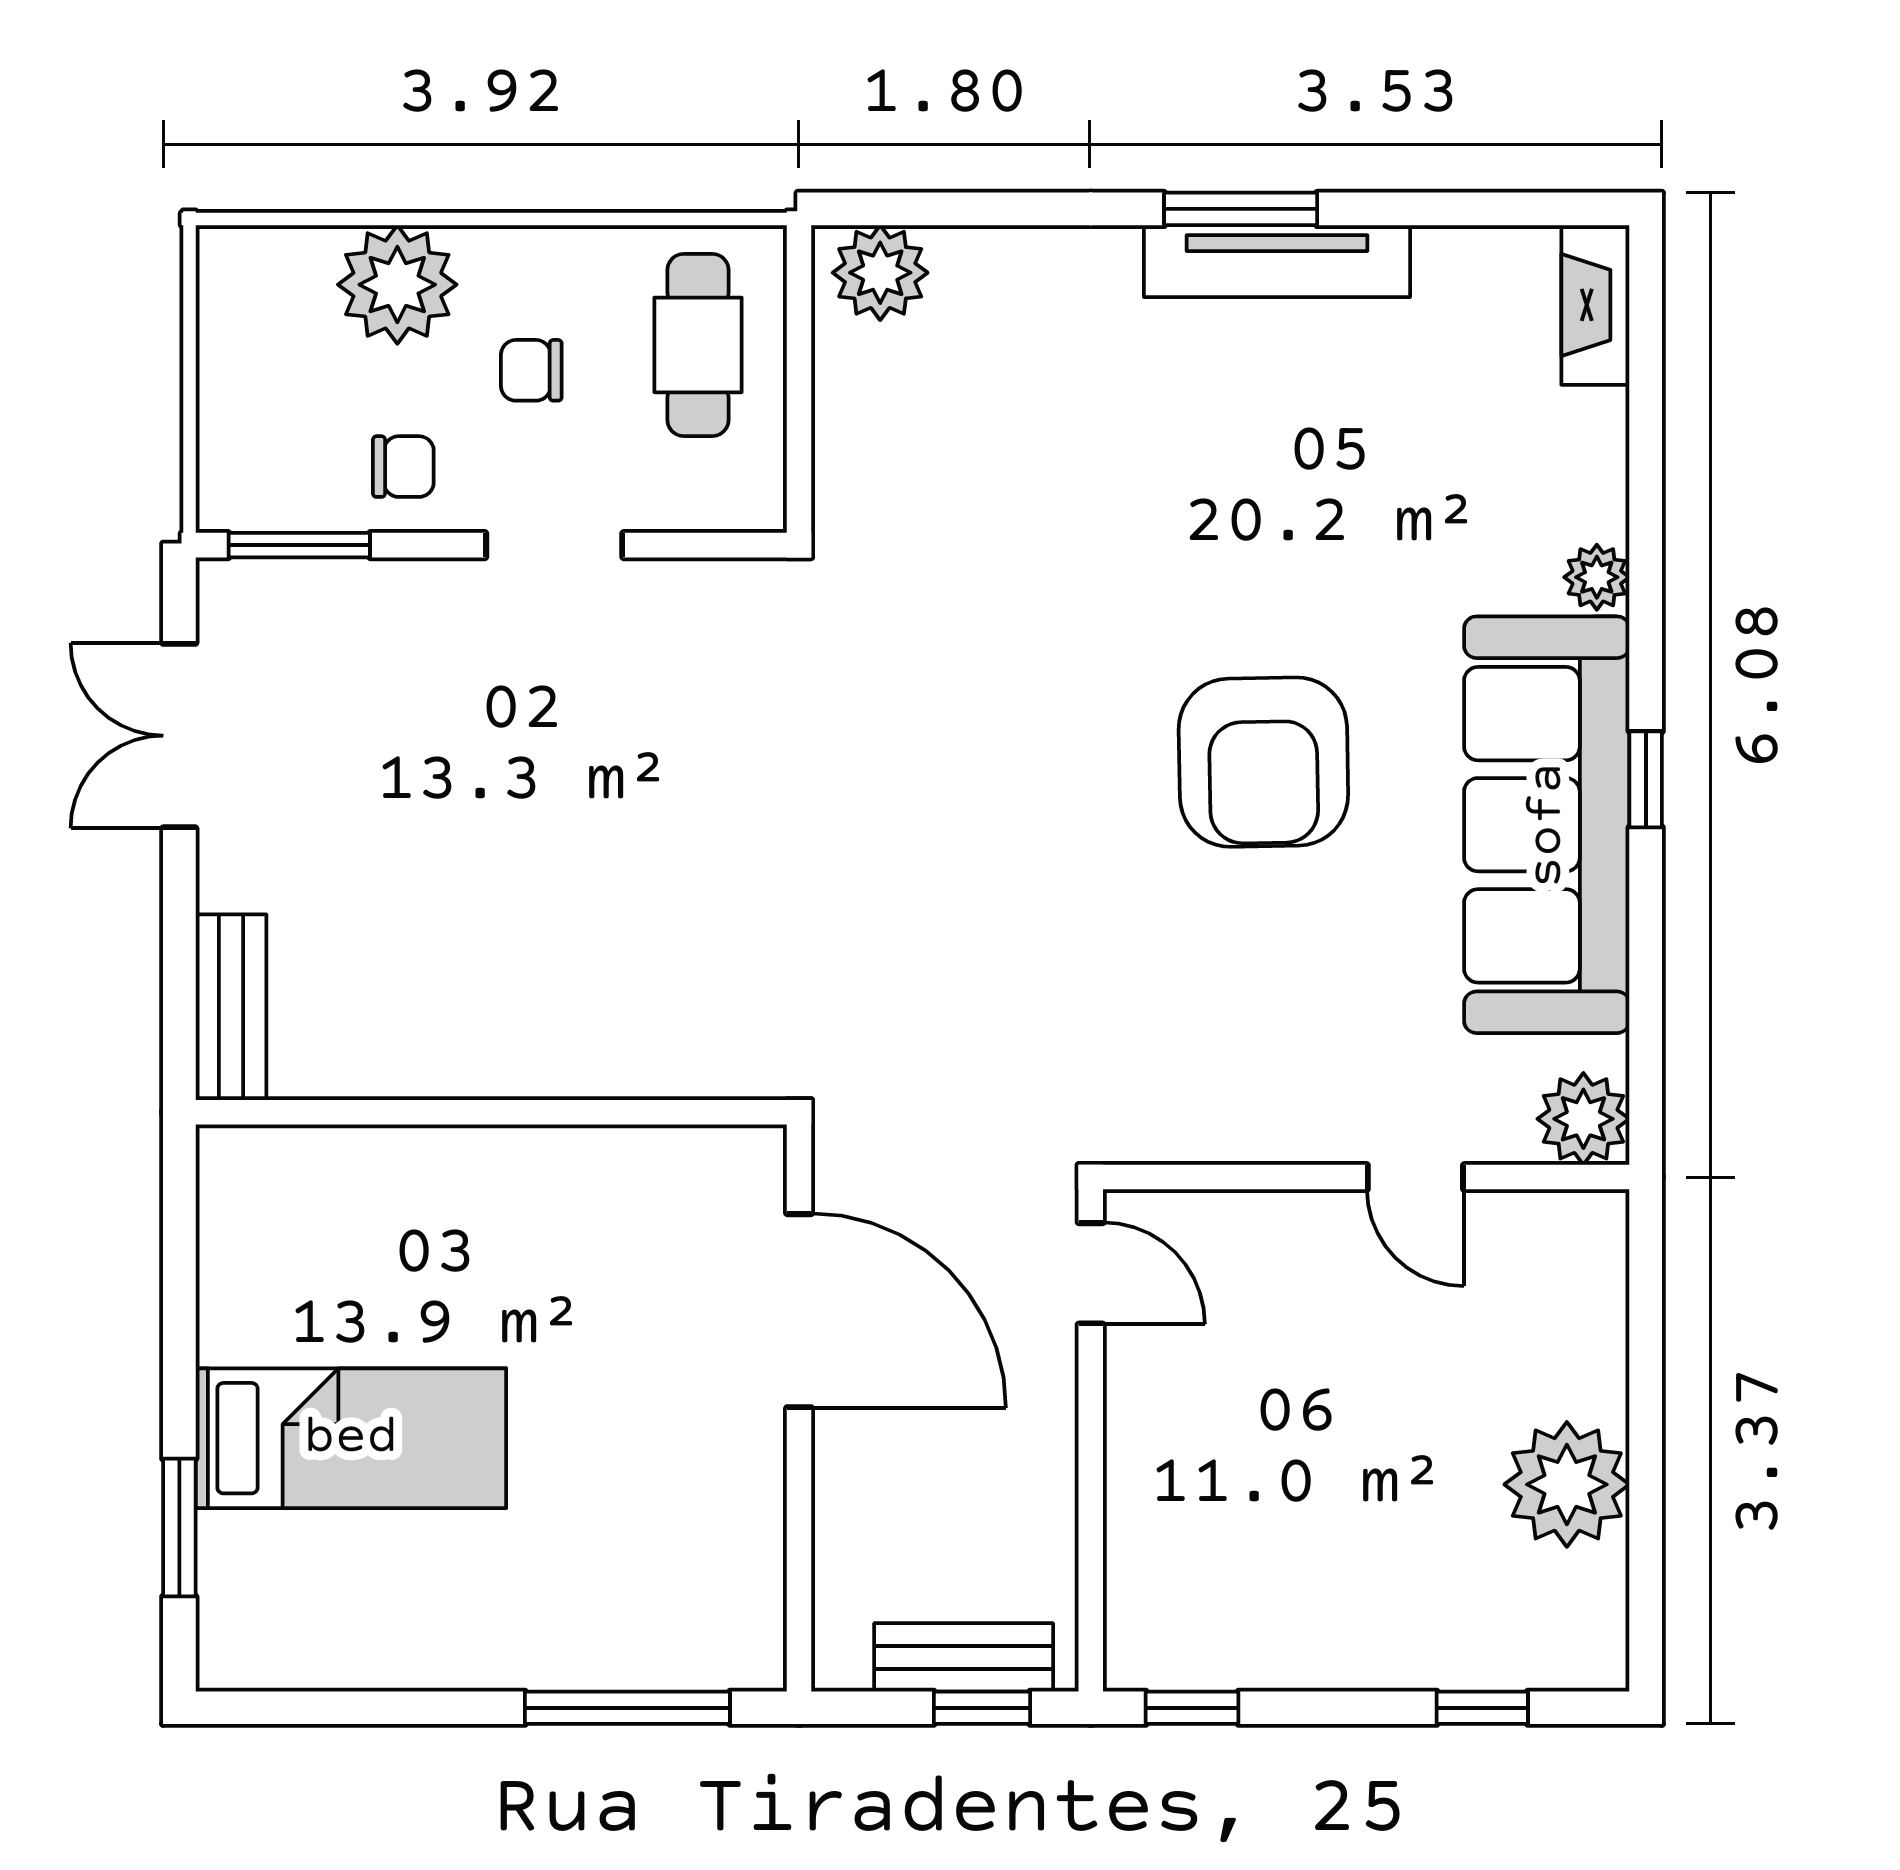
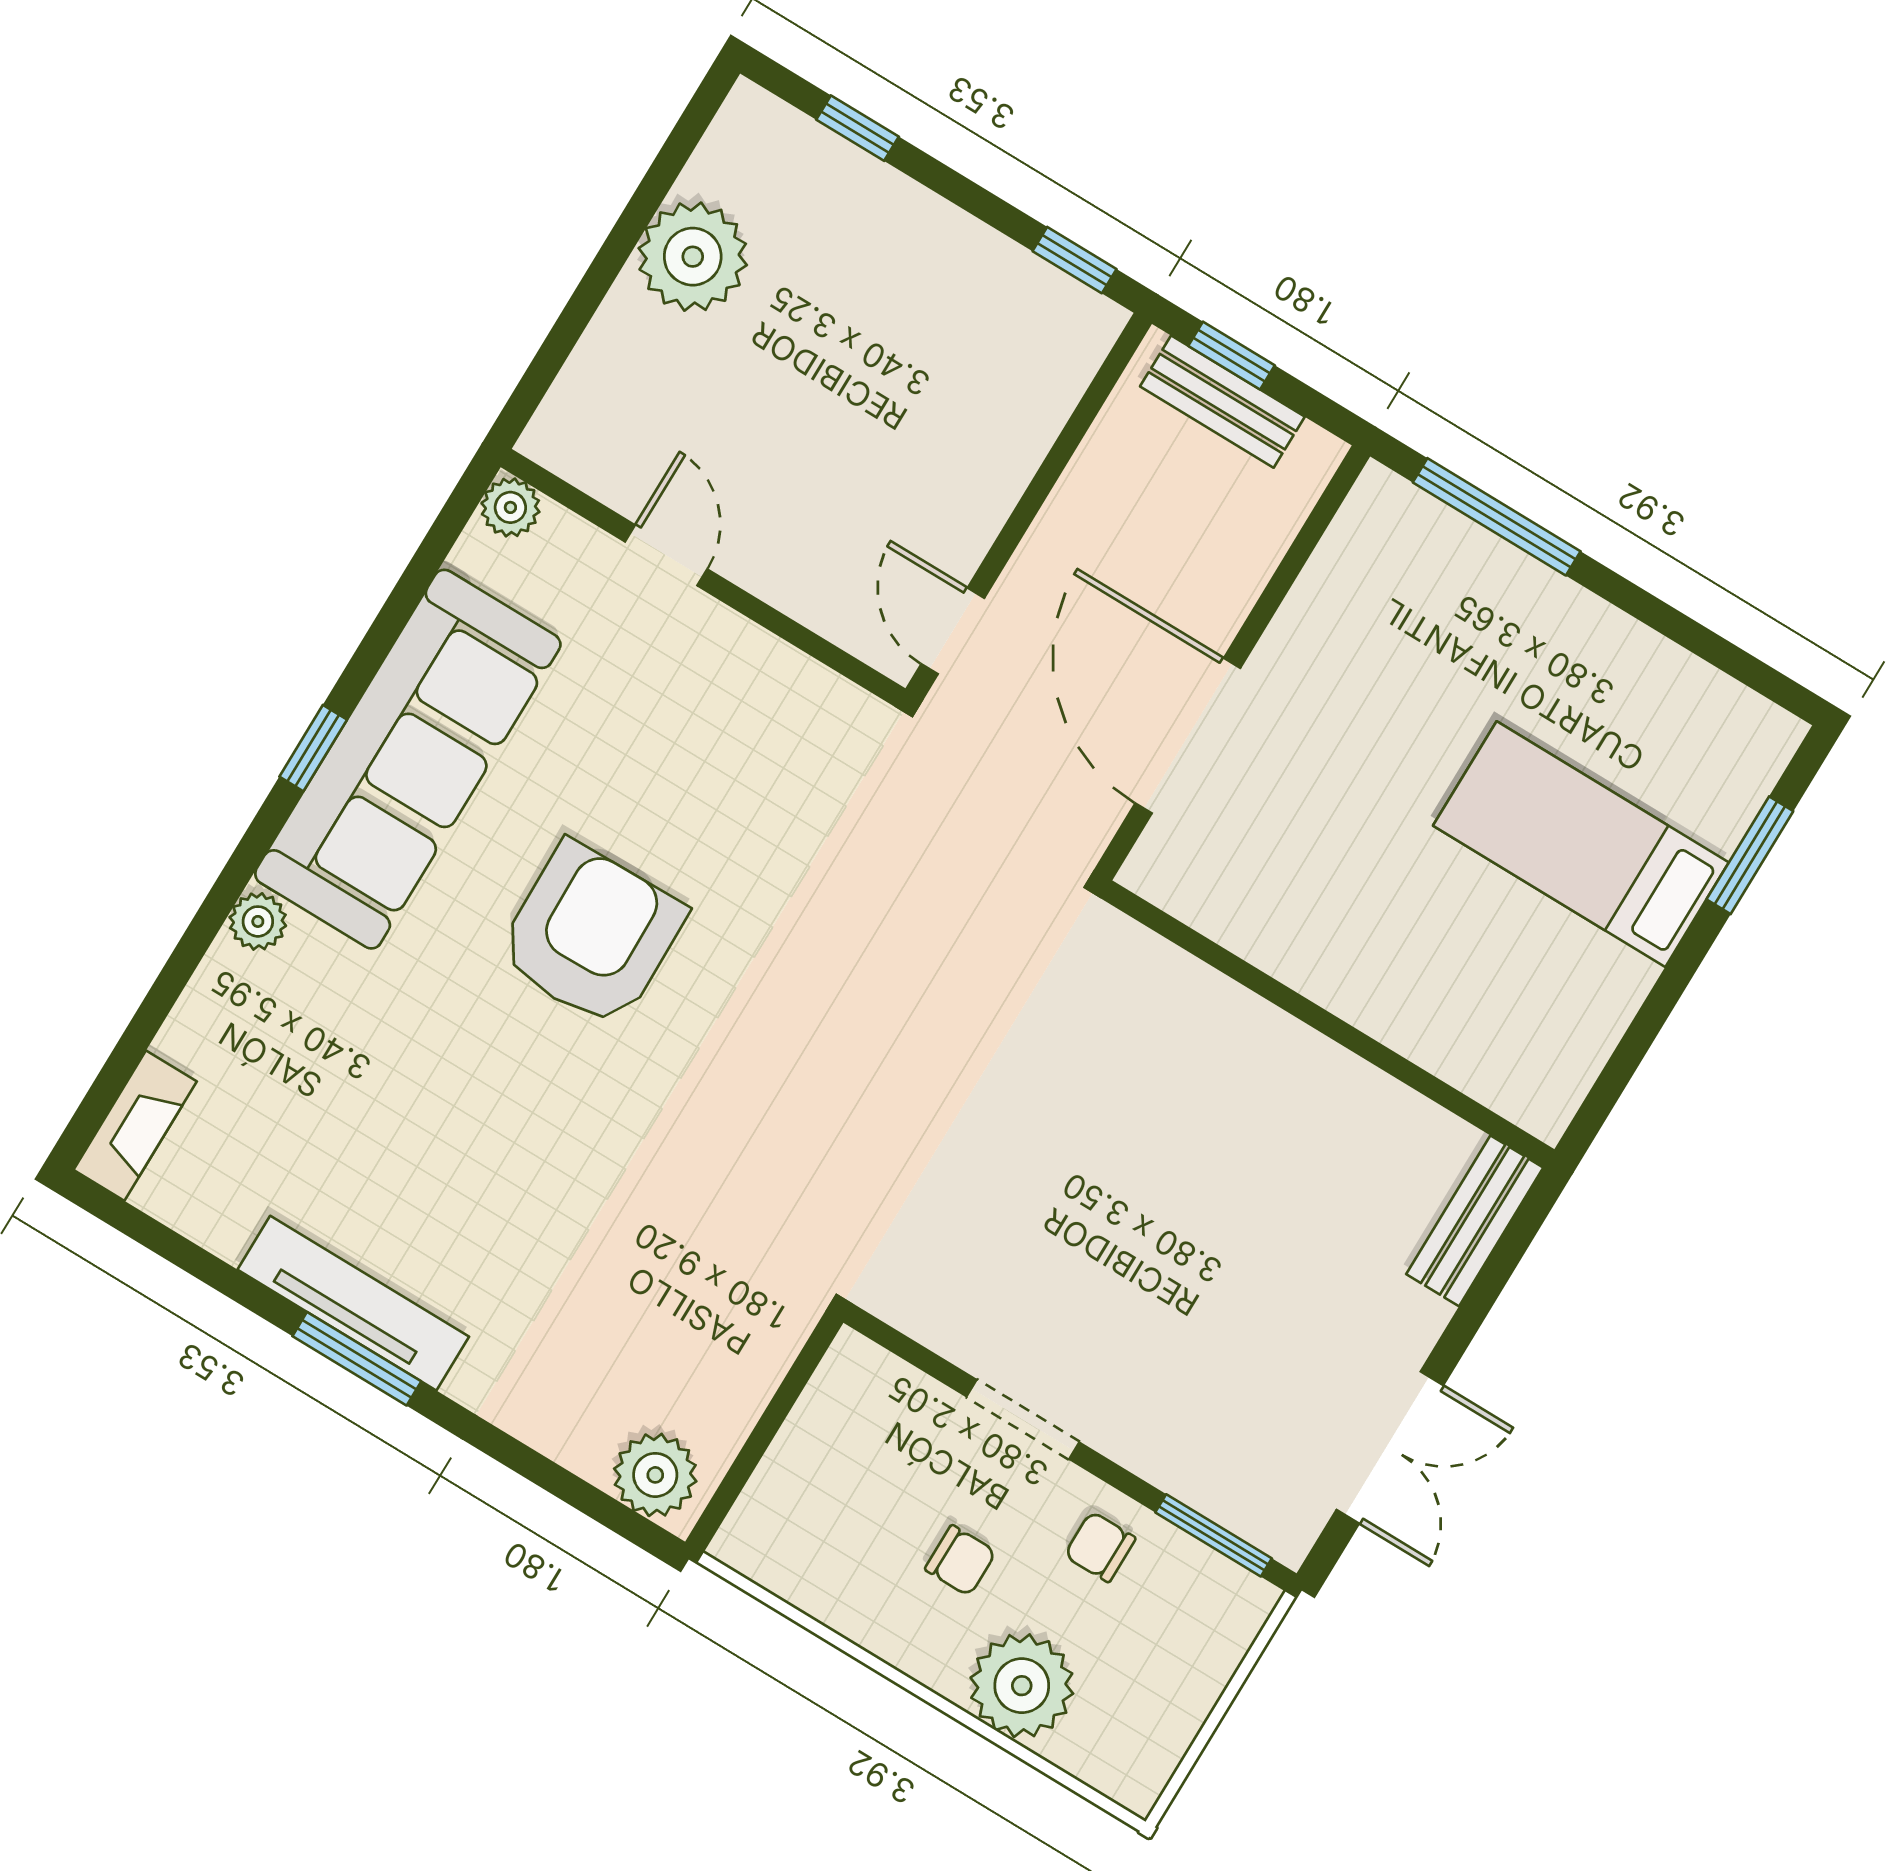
cafe table: (698, 345) -> (824, 1504), removed
plant: (1583, 1119) -> (510, 507), width x0.73, depth x0.73

